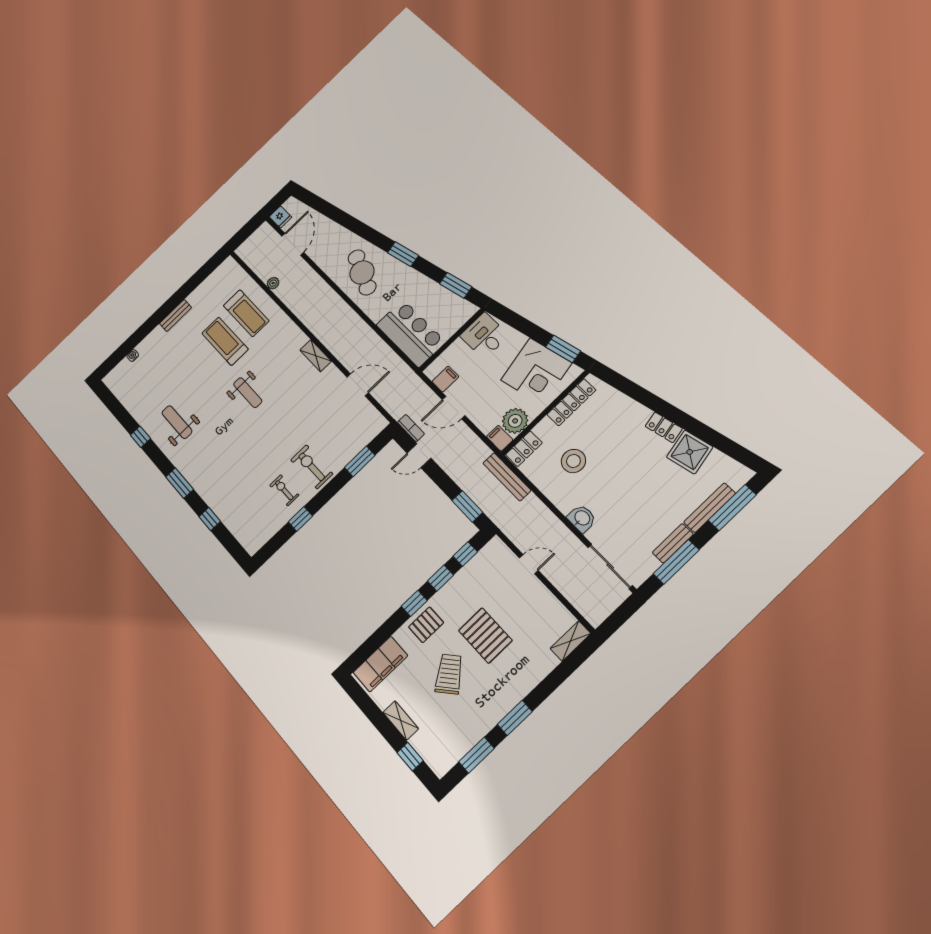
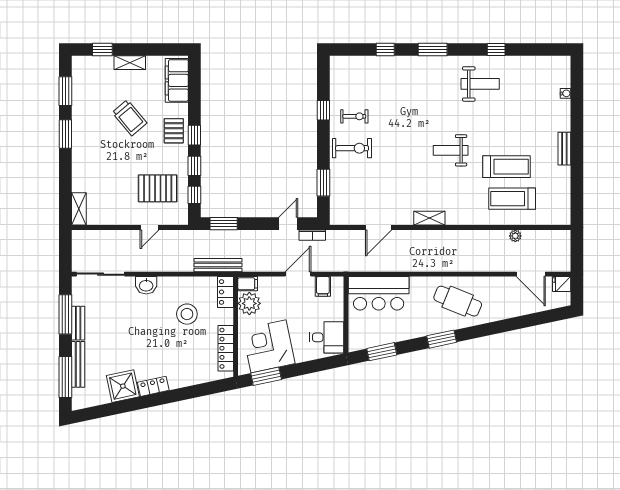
pallet: (485, 635) -> (158, 188), moved

